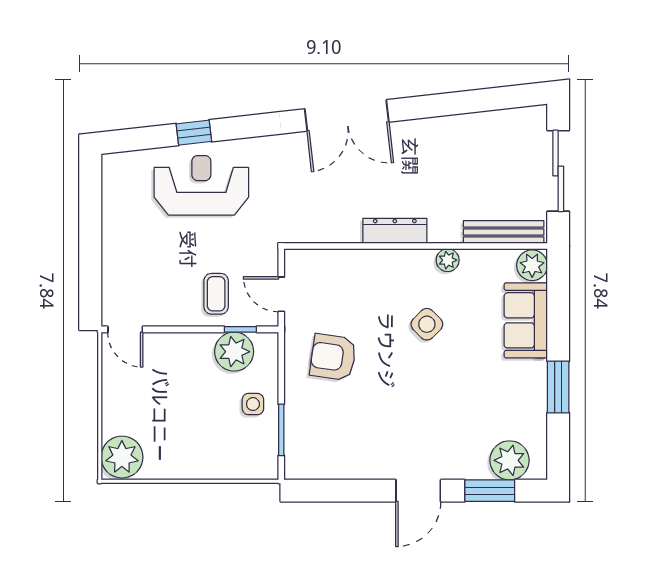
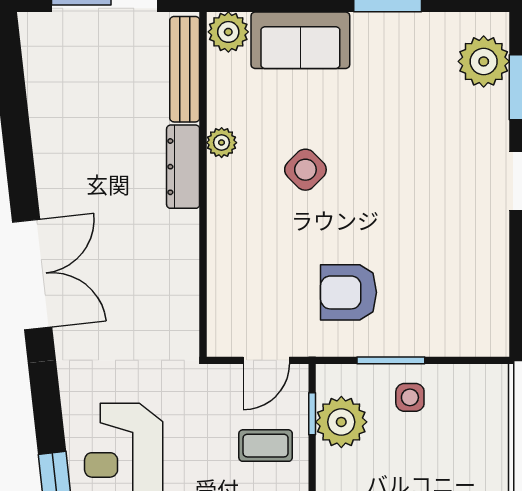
dresser: (395, 231) -> (183, 167), moved
armchair: (333, 357) -> (349, 292), turned 82
window: (281, 430) -> (391, 360), moved

